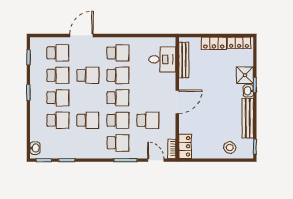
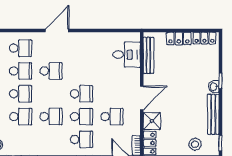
door: (82, 35) -> (57, 30), moved
school desk: (118, 53) -> (81, 48), removed
school desk: (118, 75) -> (81, 71), removed
shower: (245, 75) -> (152, 121), moved

